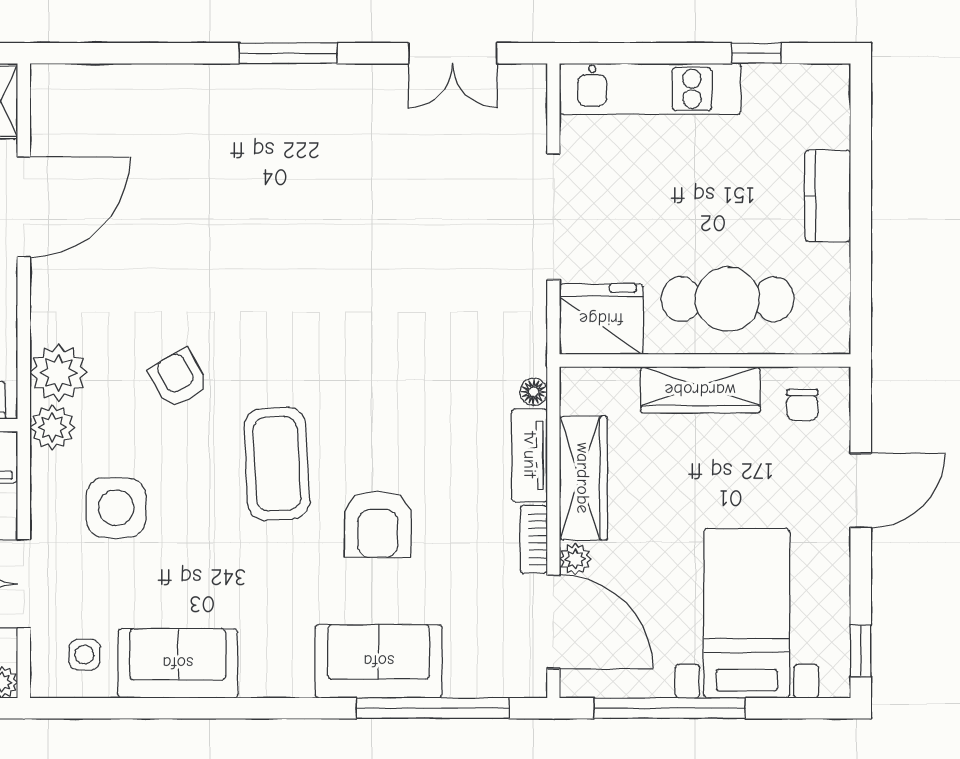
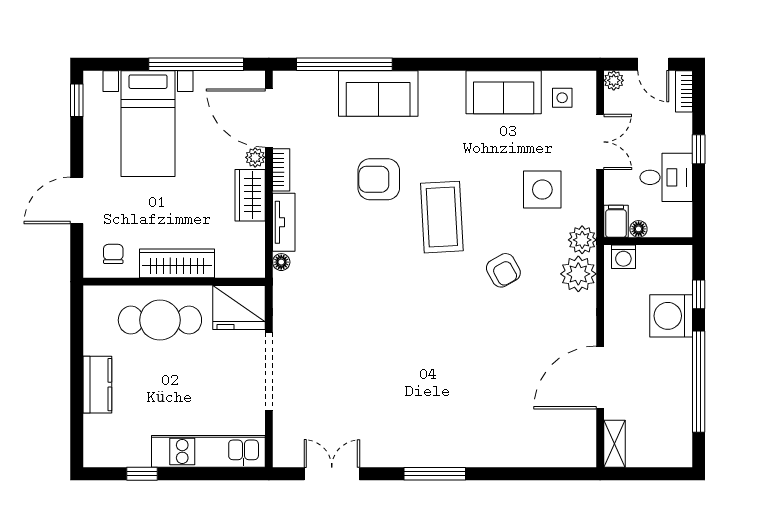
wardrobe: (583, 478) -> (250, 195), width x0.67
armchair: (378, 524) -> (379, 179), turned -90

